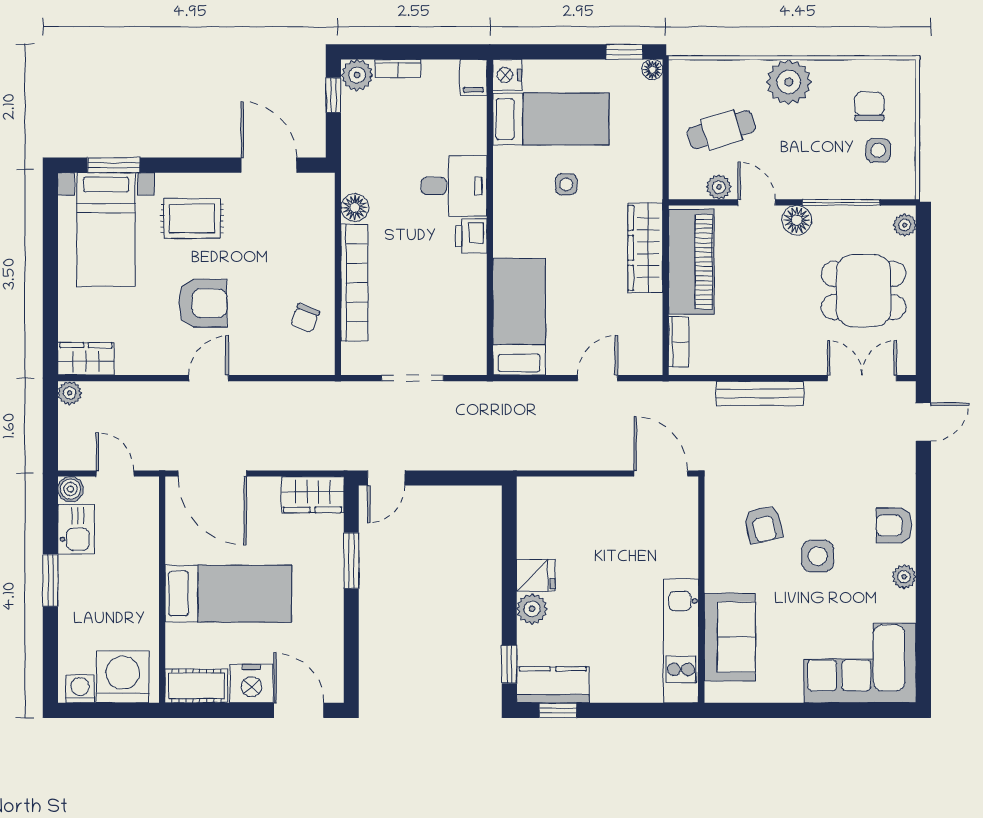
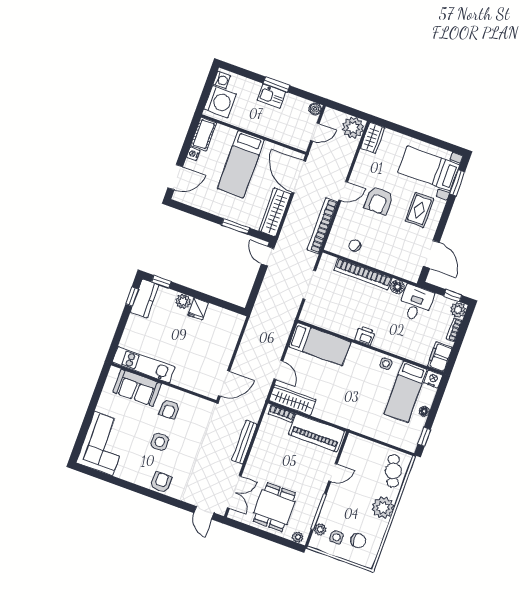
floor lamp: (652, 70) -> (424, 411), moved
filing cabinet: (473, 77) -> (440, 357), width x2.00
cafe table: (721, 130) -> (393, 471), moved
door: (269, 165) -> (431, 254), hinge flipped
side table: (566, 184) -> (386, 364), moved
desk: (454, 186) -> (416, 303), moved, turned 180
plant: (719, 187) -> (320, 529), moved
floor lamp: (797, 220) -> (318, 488), removed
wardrobe: (645, 248) -> (293, 400), moved
door: (209, 378) -> (343, 191), hinge flipped
plant: (70, 393) -> (353, 128), width x1.88, depth x1.88
bookcase: (290, 394) -> (322, 226), added
door: (212, 473) -> (299, 177), hinge flipped
wardrobe: (313, 495) -> (275, 212), width x1.50
armchair: (763, 524) -> (169, 409), moved, turned -77
kitchen sink: (76, 529) -> (272, 96), moved
plant: (904, 577) -> (136, 478), removed
nightstand: (251, 684) -> (193, 154), width x0.53, depth x0.56

